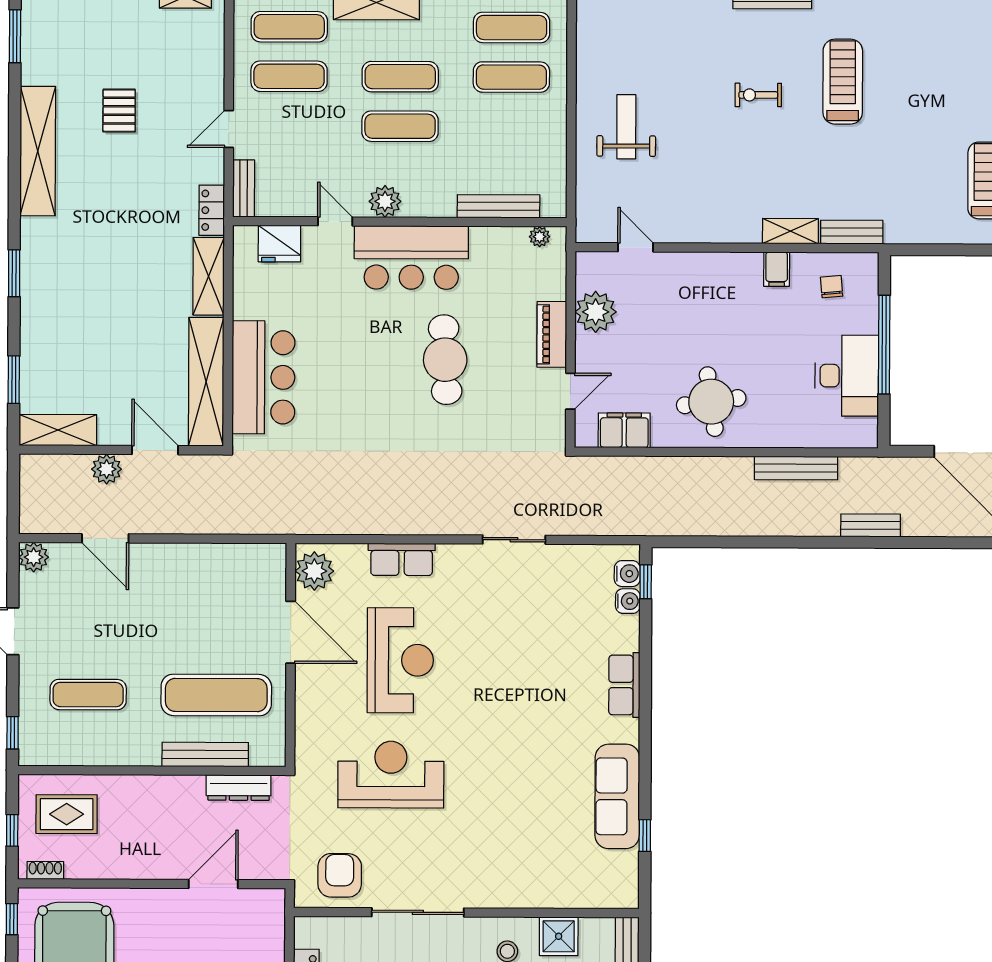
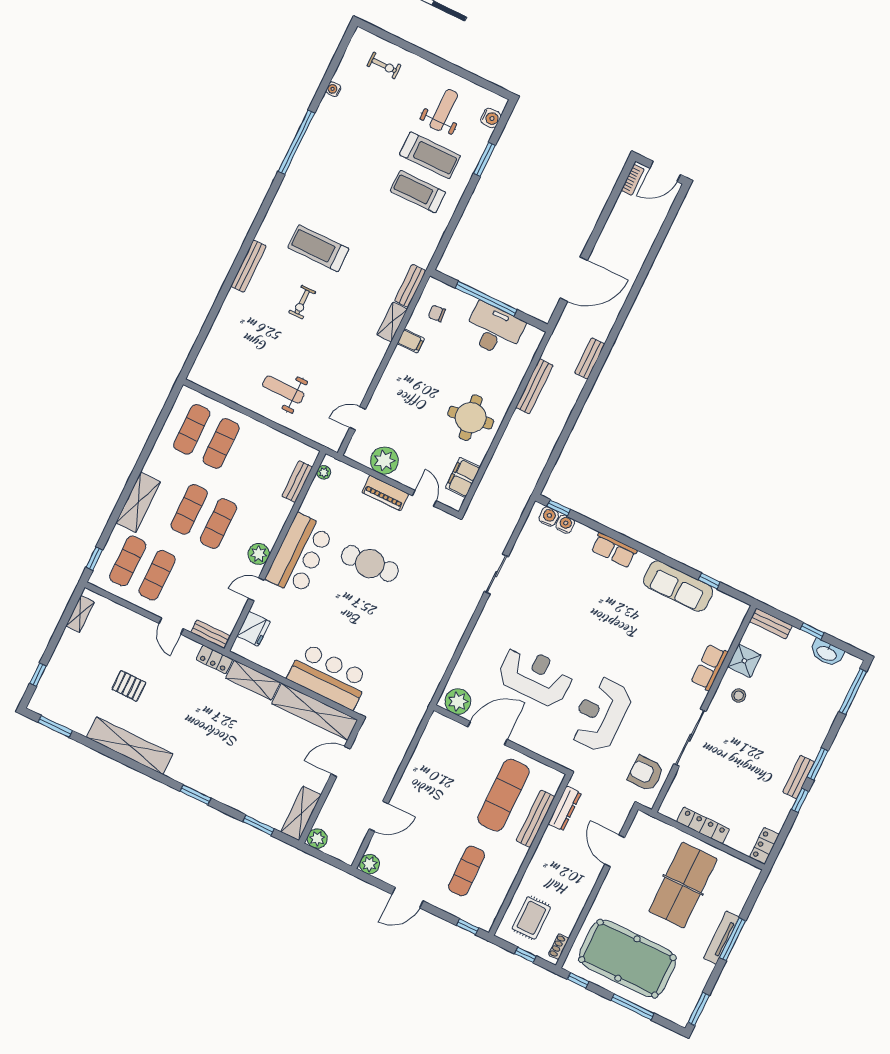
bench: (499, 206) -> (297, 482), width x0.73
plant: (107, 469) -> (317, 839), moved
row of seats: (402, 559) -> (709, 667), moved, turned 180

